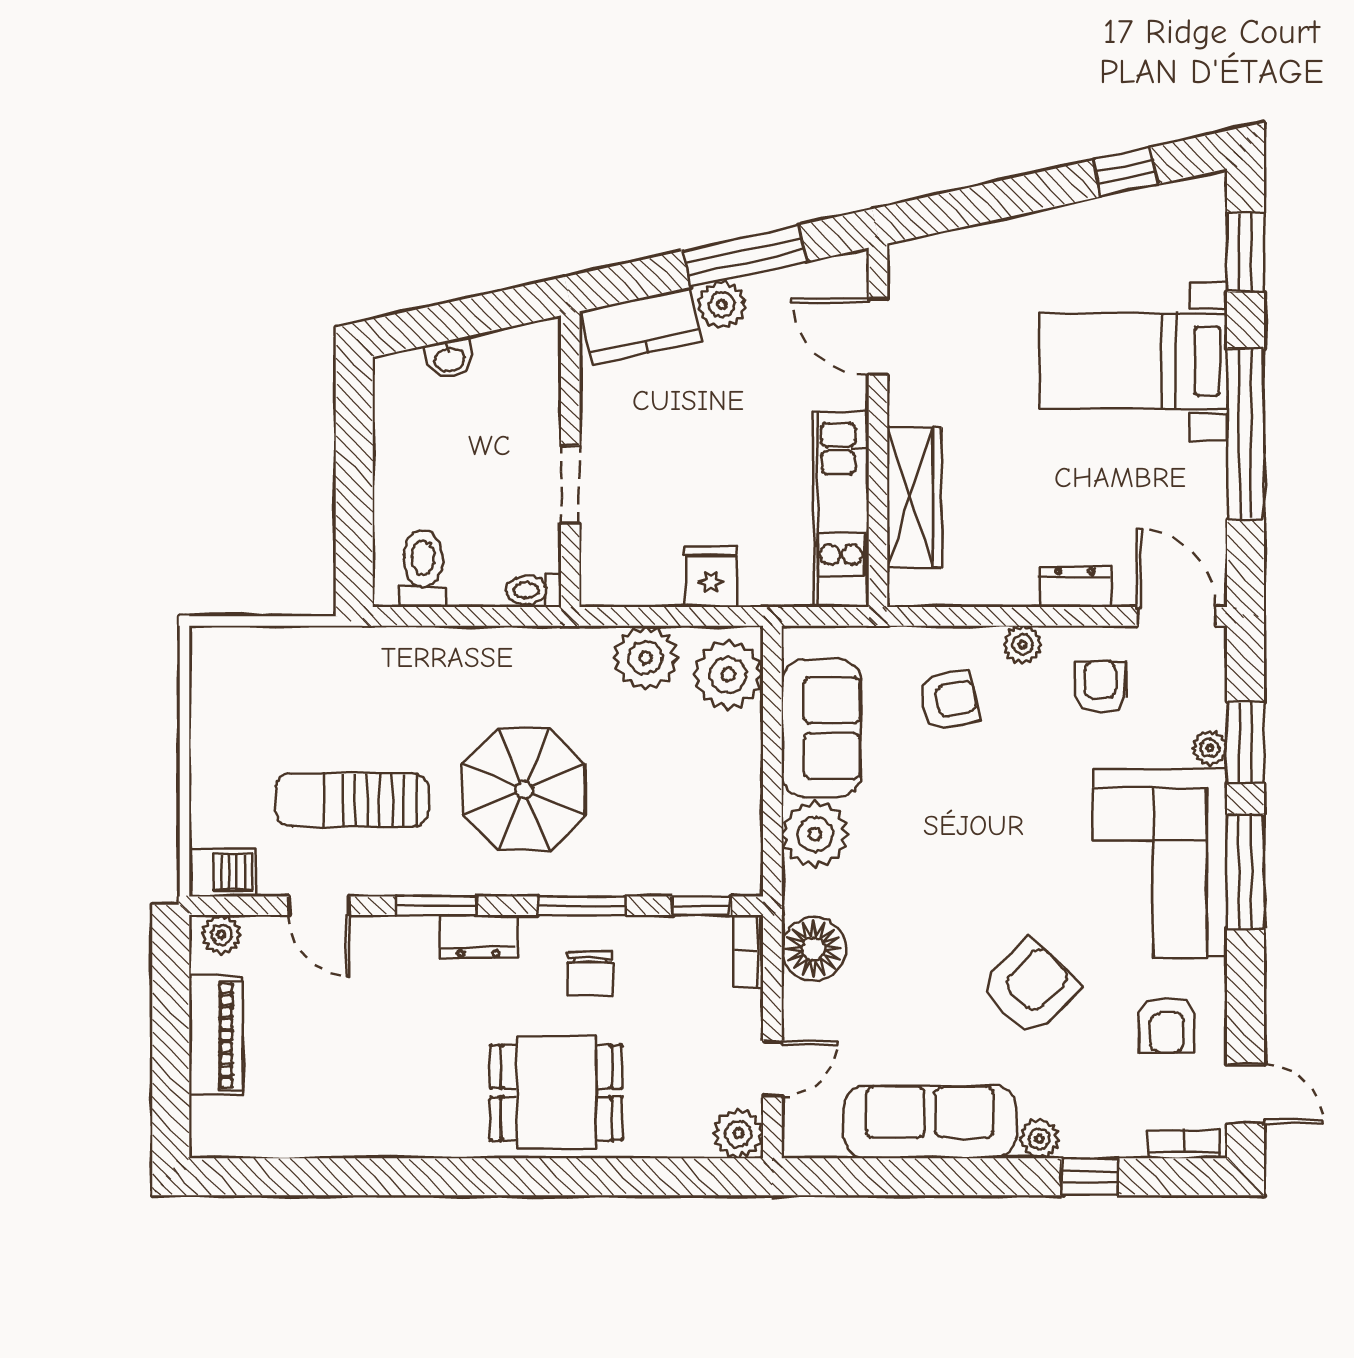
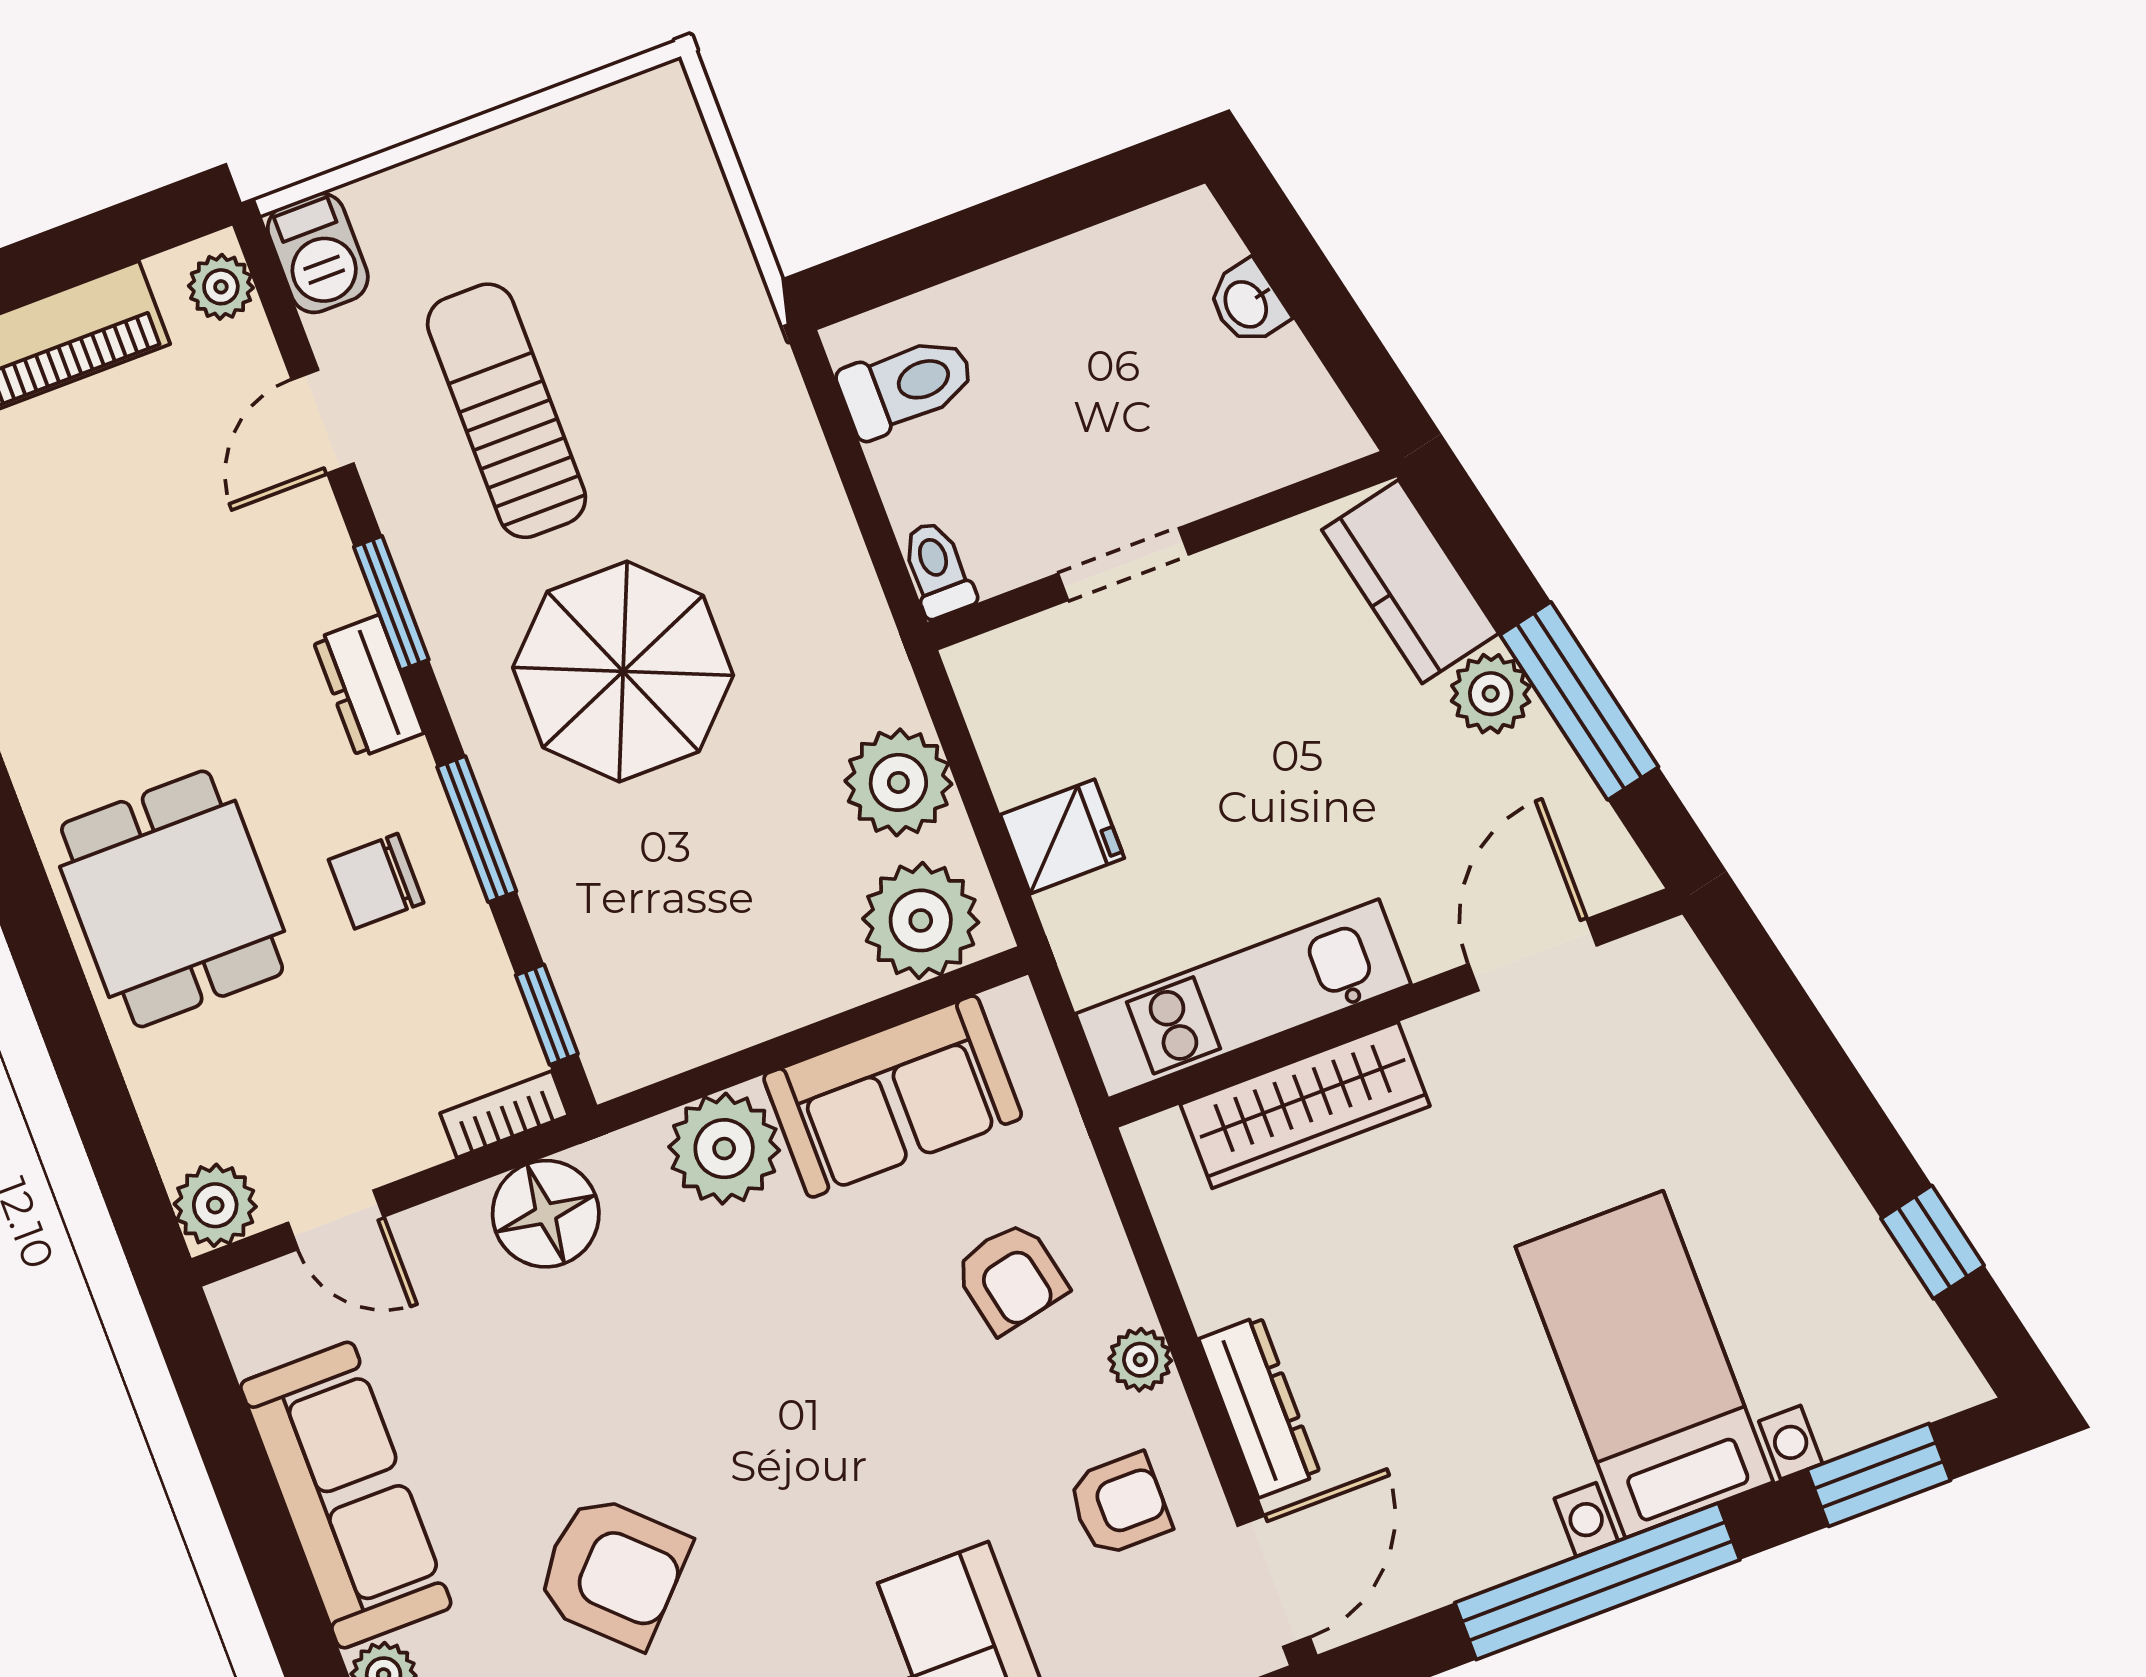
dresser: (1075, 587) -> (1260, 1407), width x1.44

